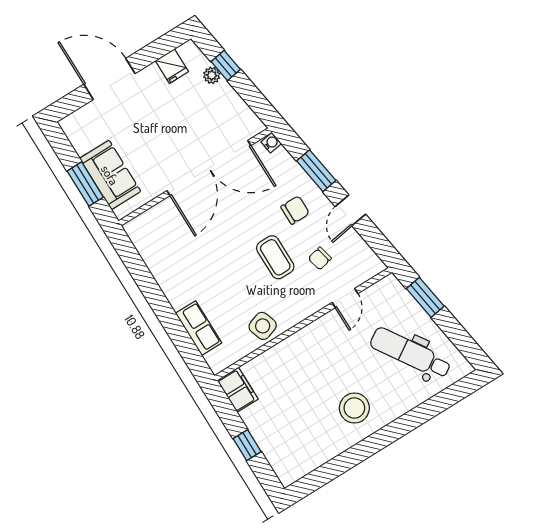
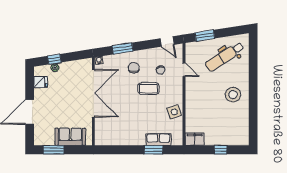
window: (85, 184) -> (53, 150), moved
door: (350, 210) -> (167, 42), moved
window: (176, 331) -> (153, 150), added

